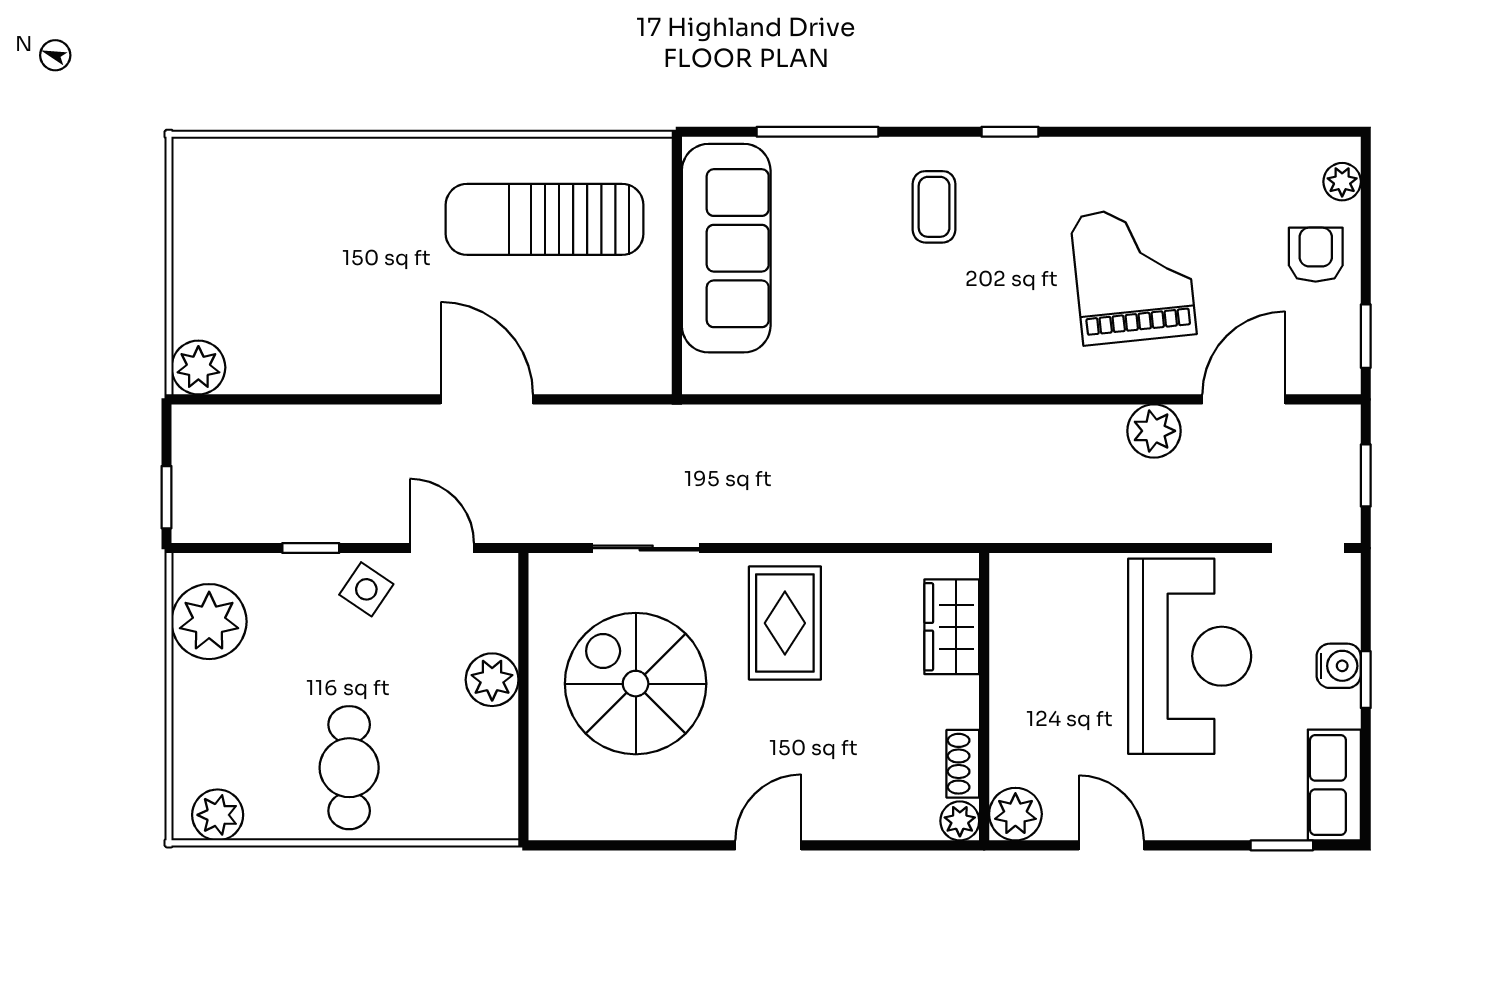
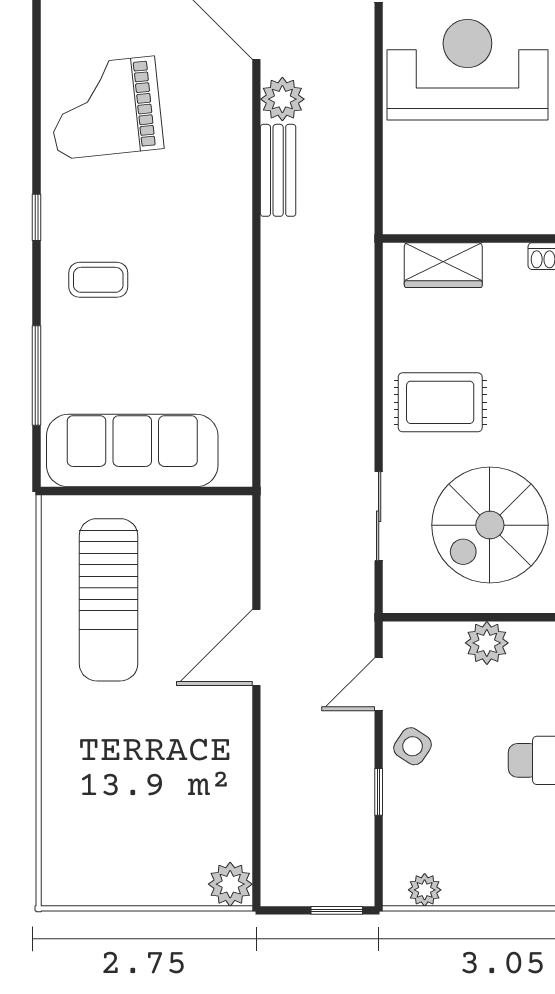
grand piano: (1133, 275) -> (106, 108), moved
bench: (1067, 426) -> (278, 170), added
plant: (209, 622) -> (425, 890), width x0.53, depth x0.53

